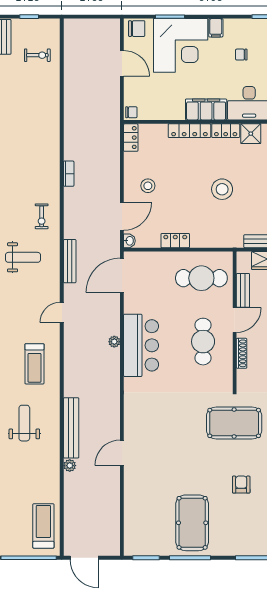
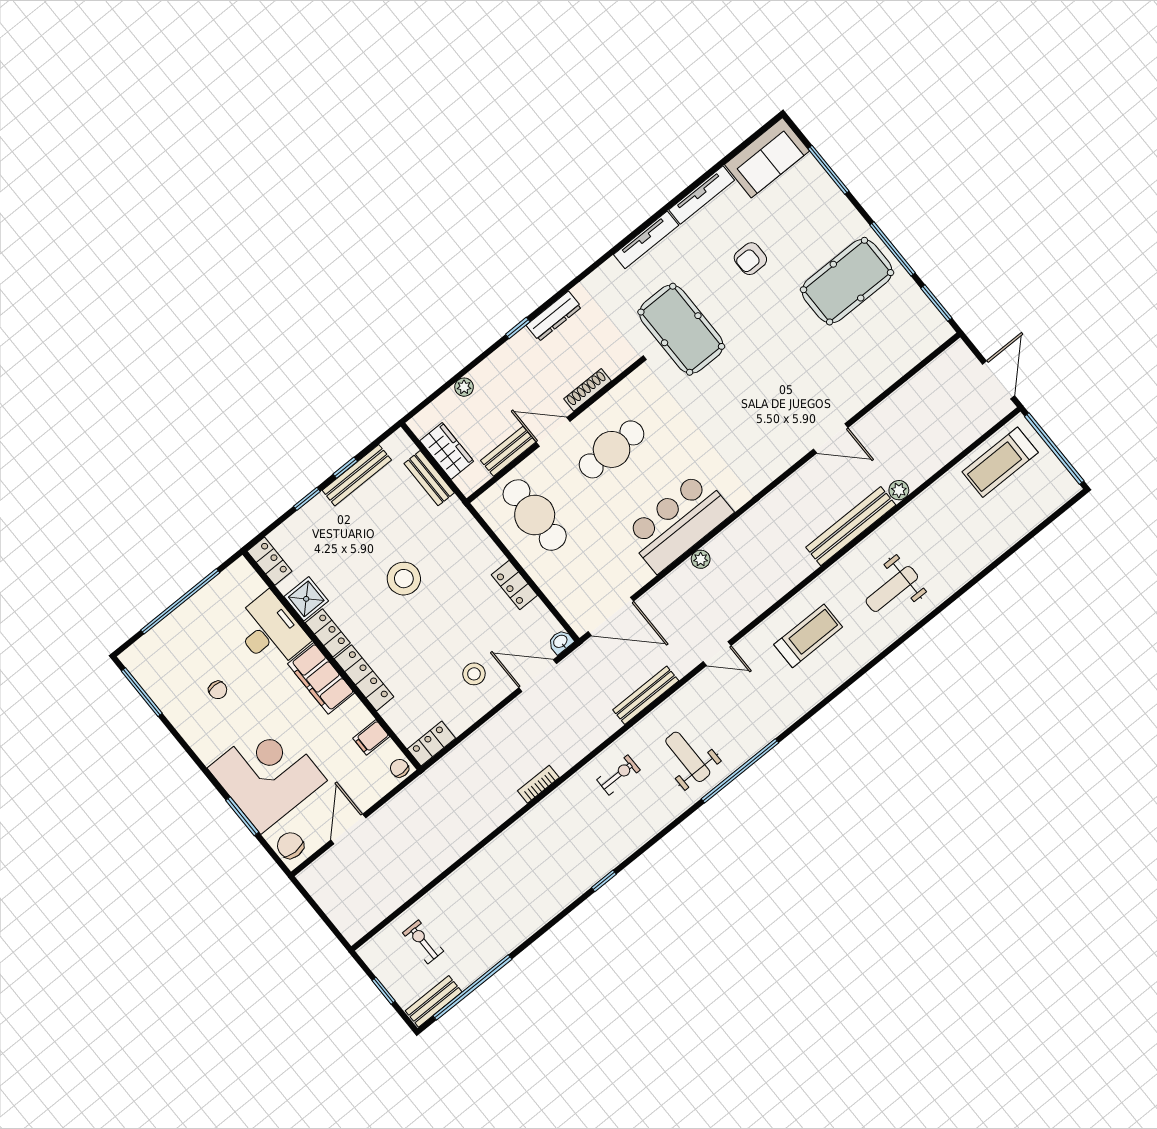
filing cabinet: (216, 28) -> (371, 737), moved, turned 180

